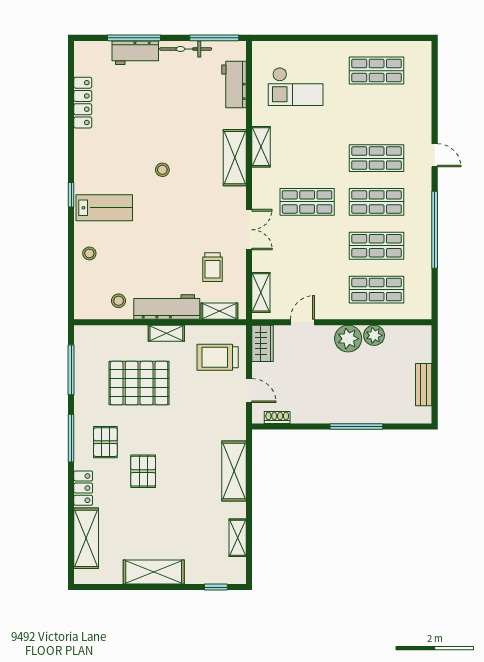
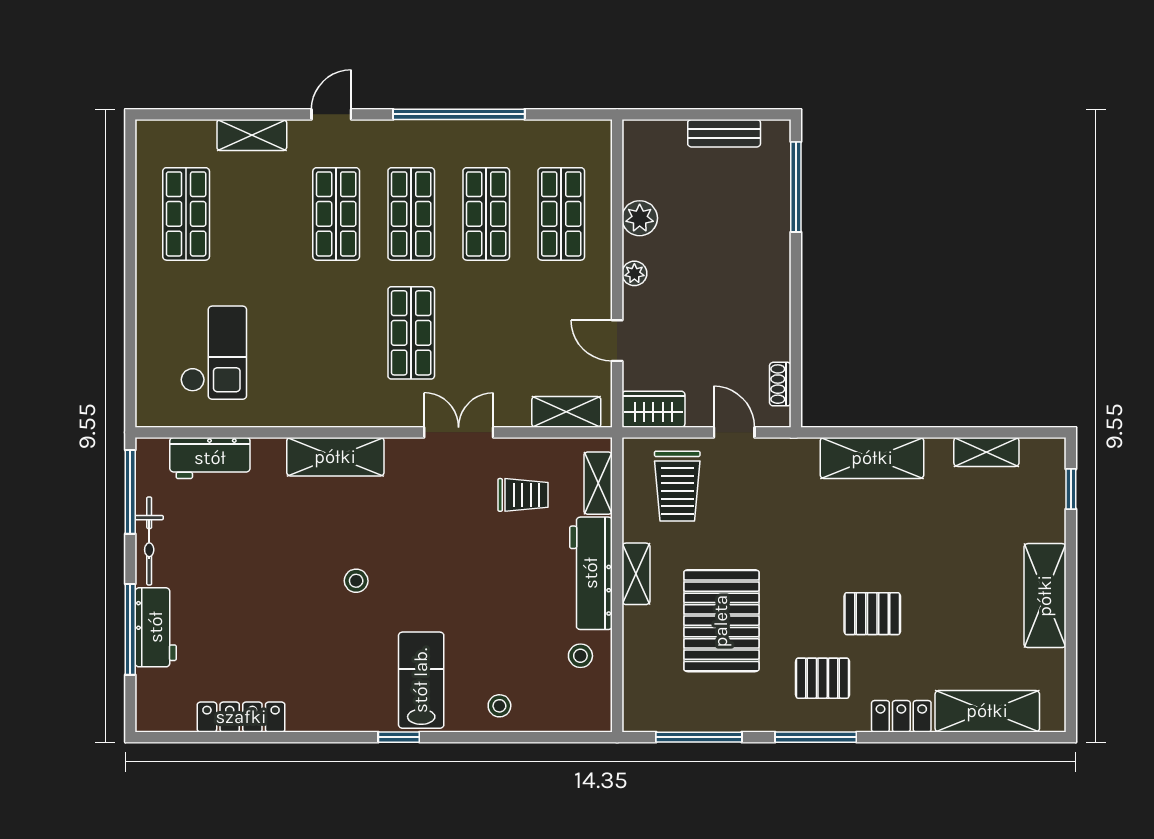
shelving: (261, 147) -> (252, 135), moved
plant: (348, 339) -> (634, 273), width x0.53, depth x0.53
door: (249, 390) -> (734, 432), hinge flipped
window: (356, 427) -> (796, 187), moved

